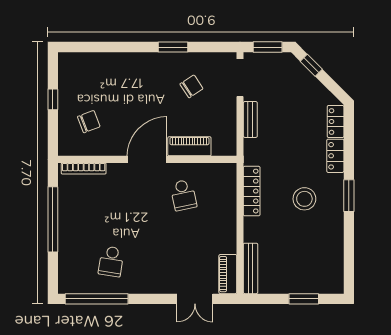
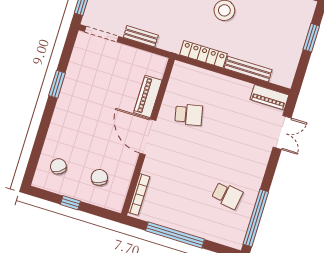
chair: (191, 86) -> (58, 166), moved
bench: (251, 268) -> (248, 69), moved

